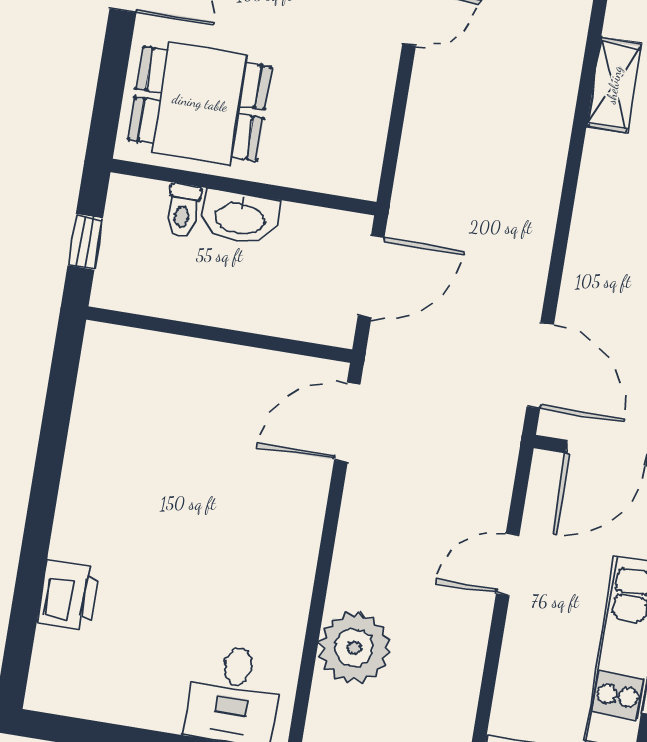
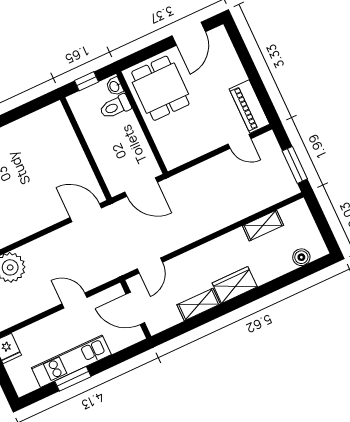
toilet: (183, 210) -> (115, 107), width x1.37, depth x1.39
washbasin: (240, 217) -> (115, 86), moved, width x0.52, depth x0.69
door: (540, 365) -> (150, 266), width x0.73

